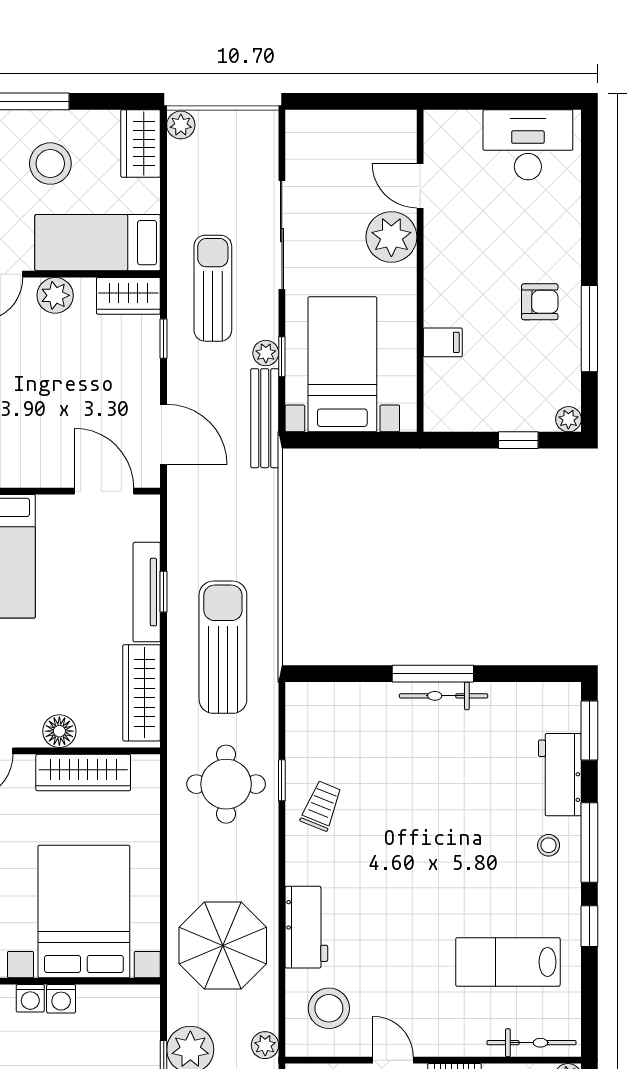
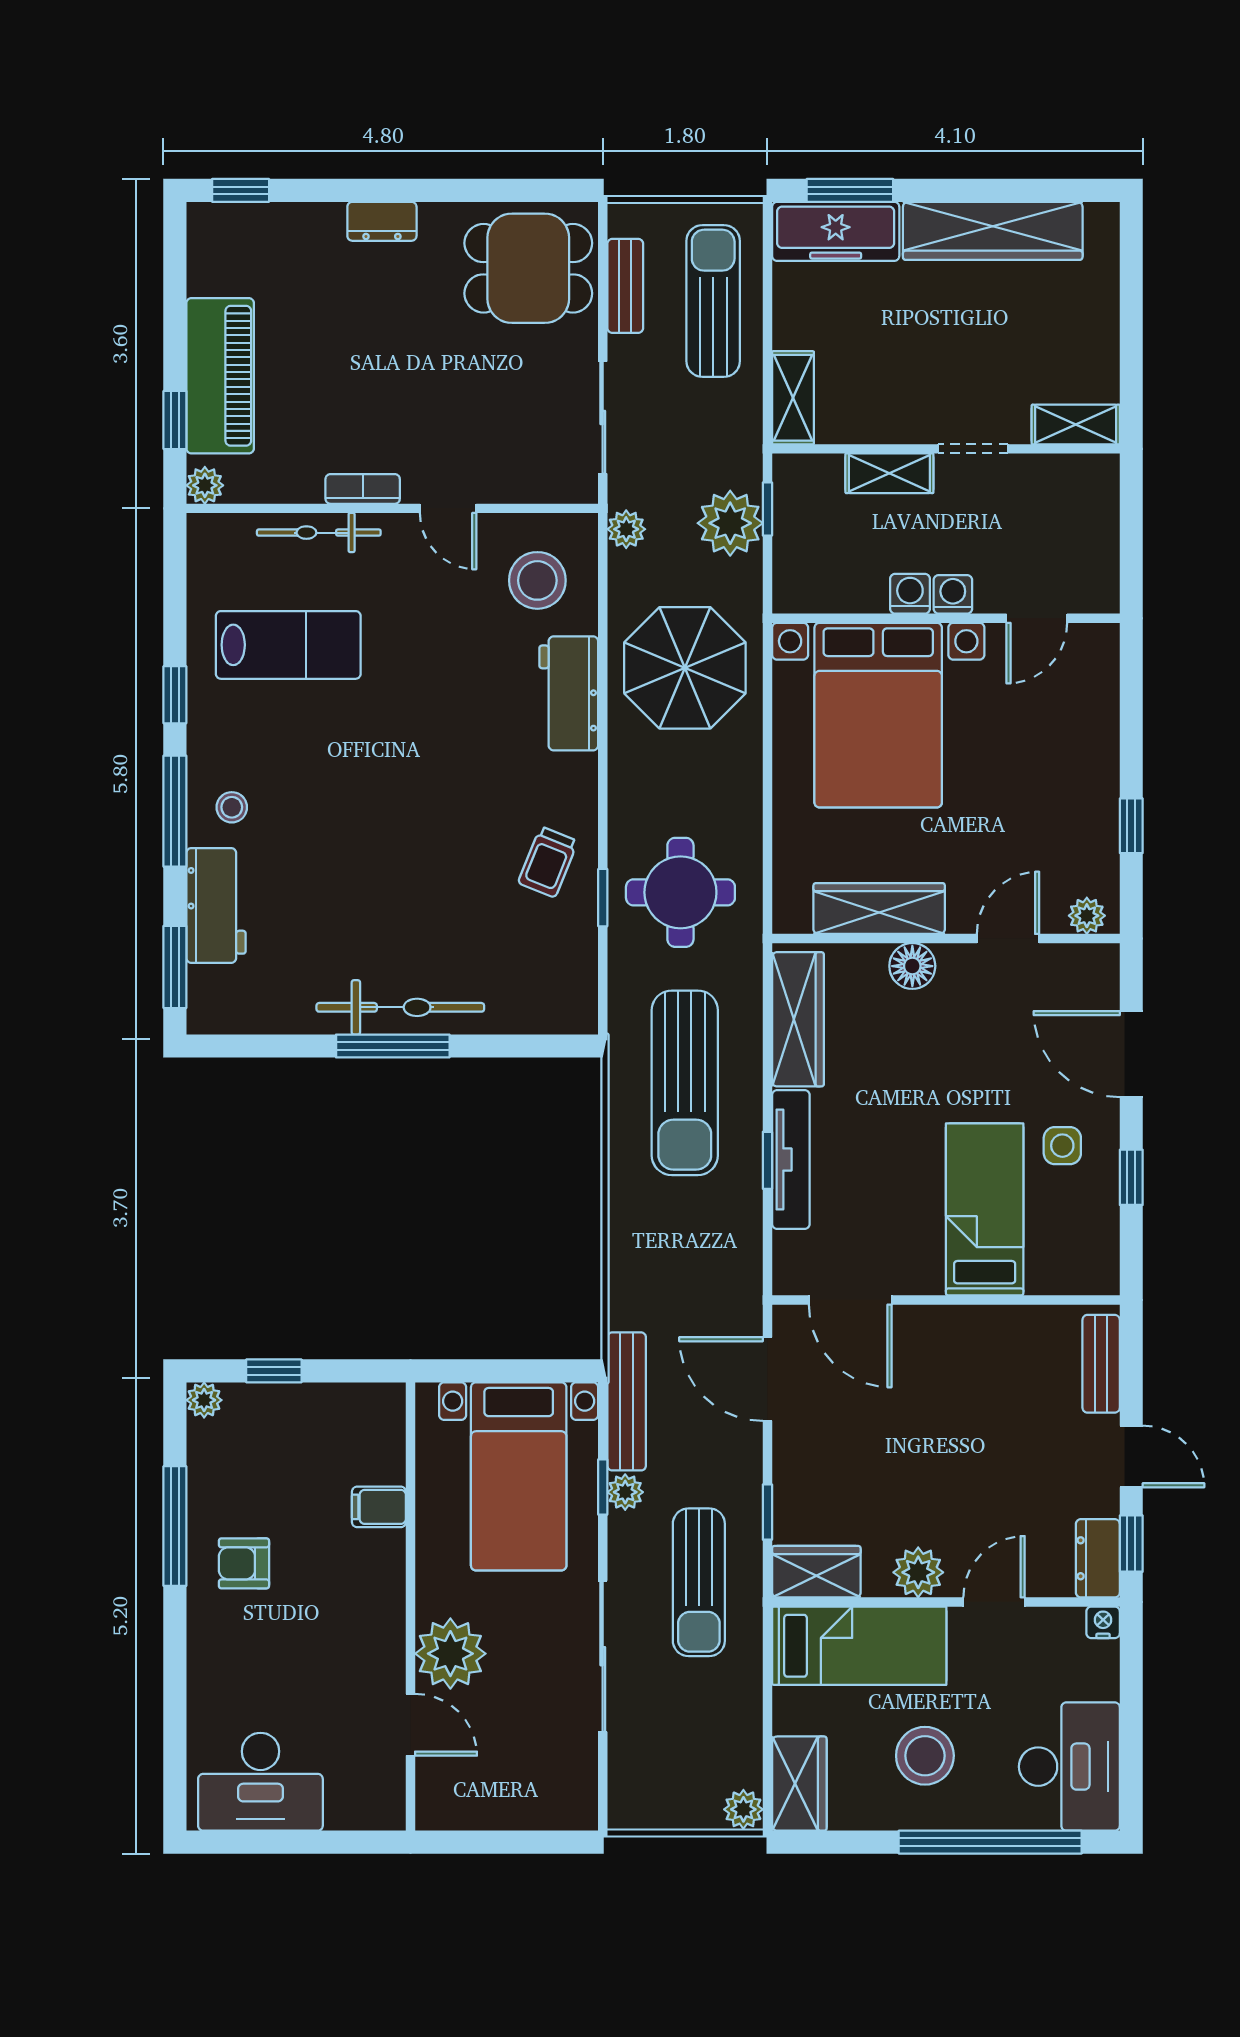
bicycle: (444, 696) -> (400, 1007), width x1.37, depth x1.40
bicycle: (531, 1043) -> (319, 533), moved

